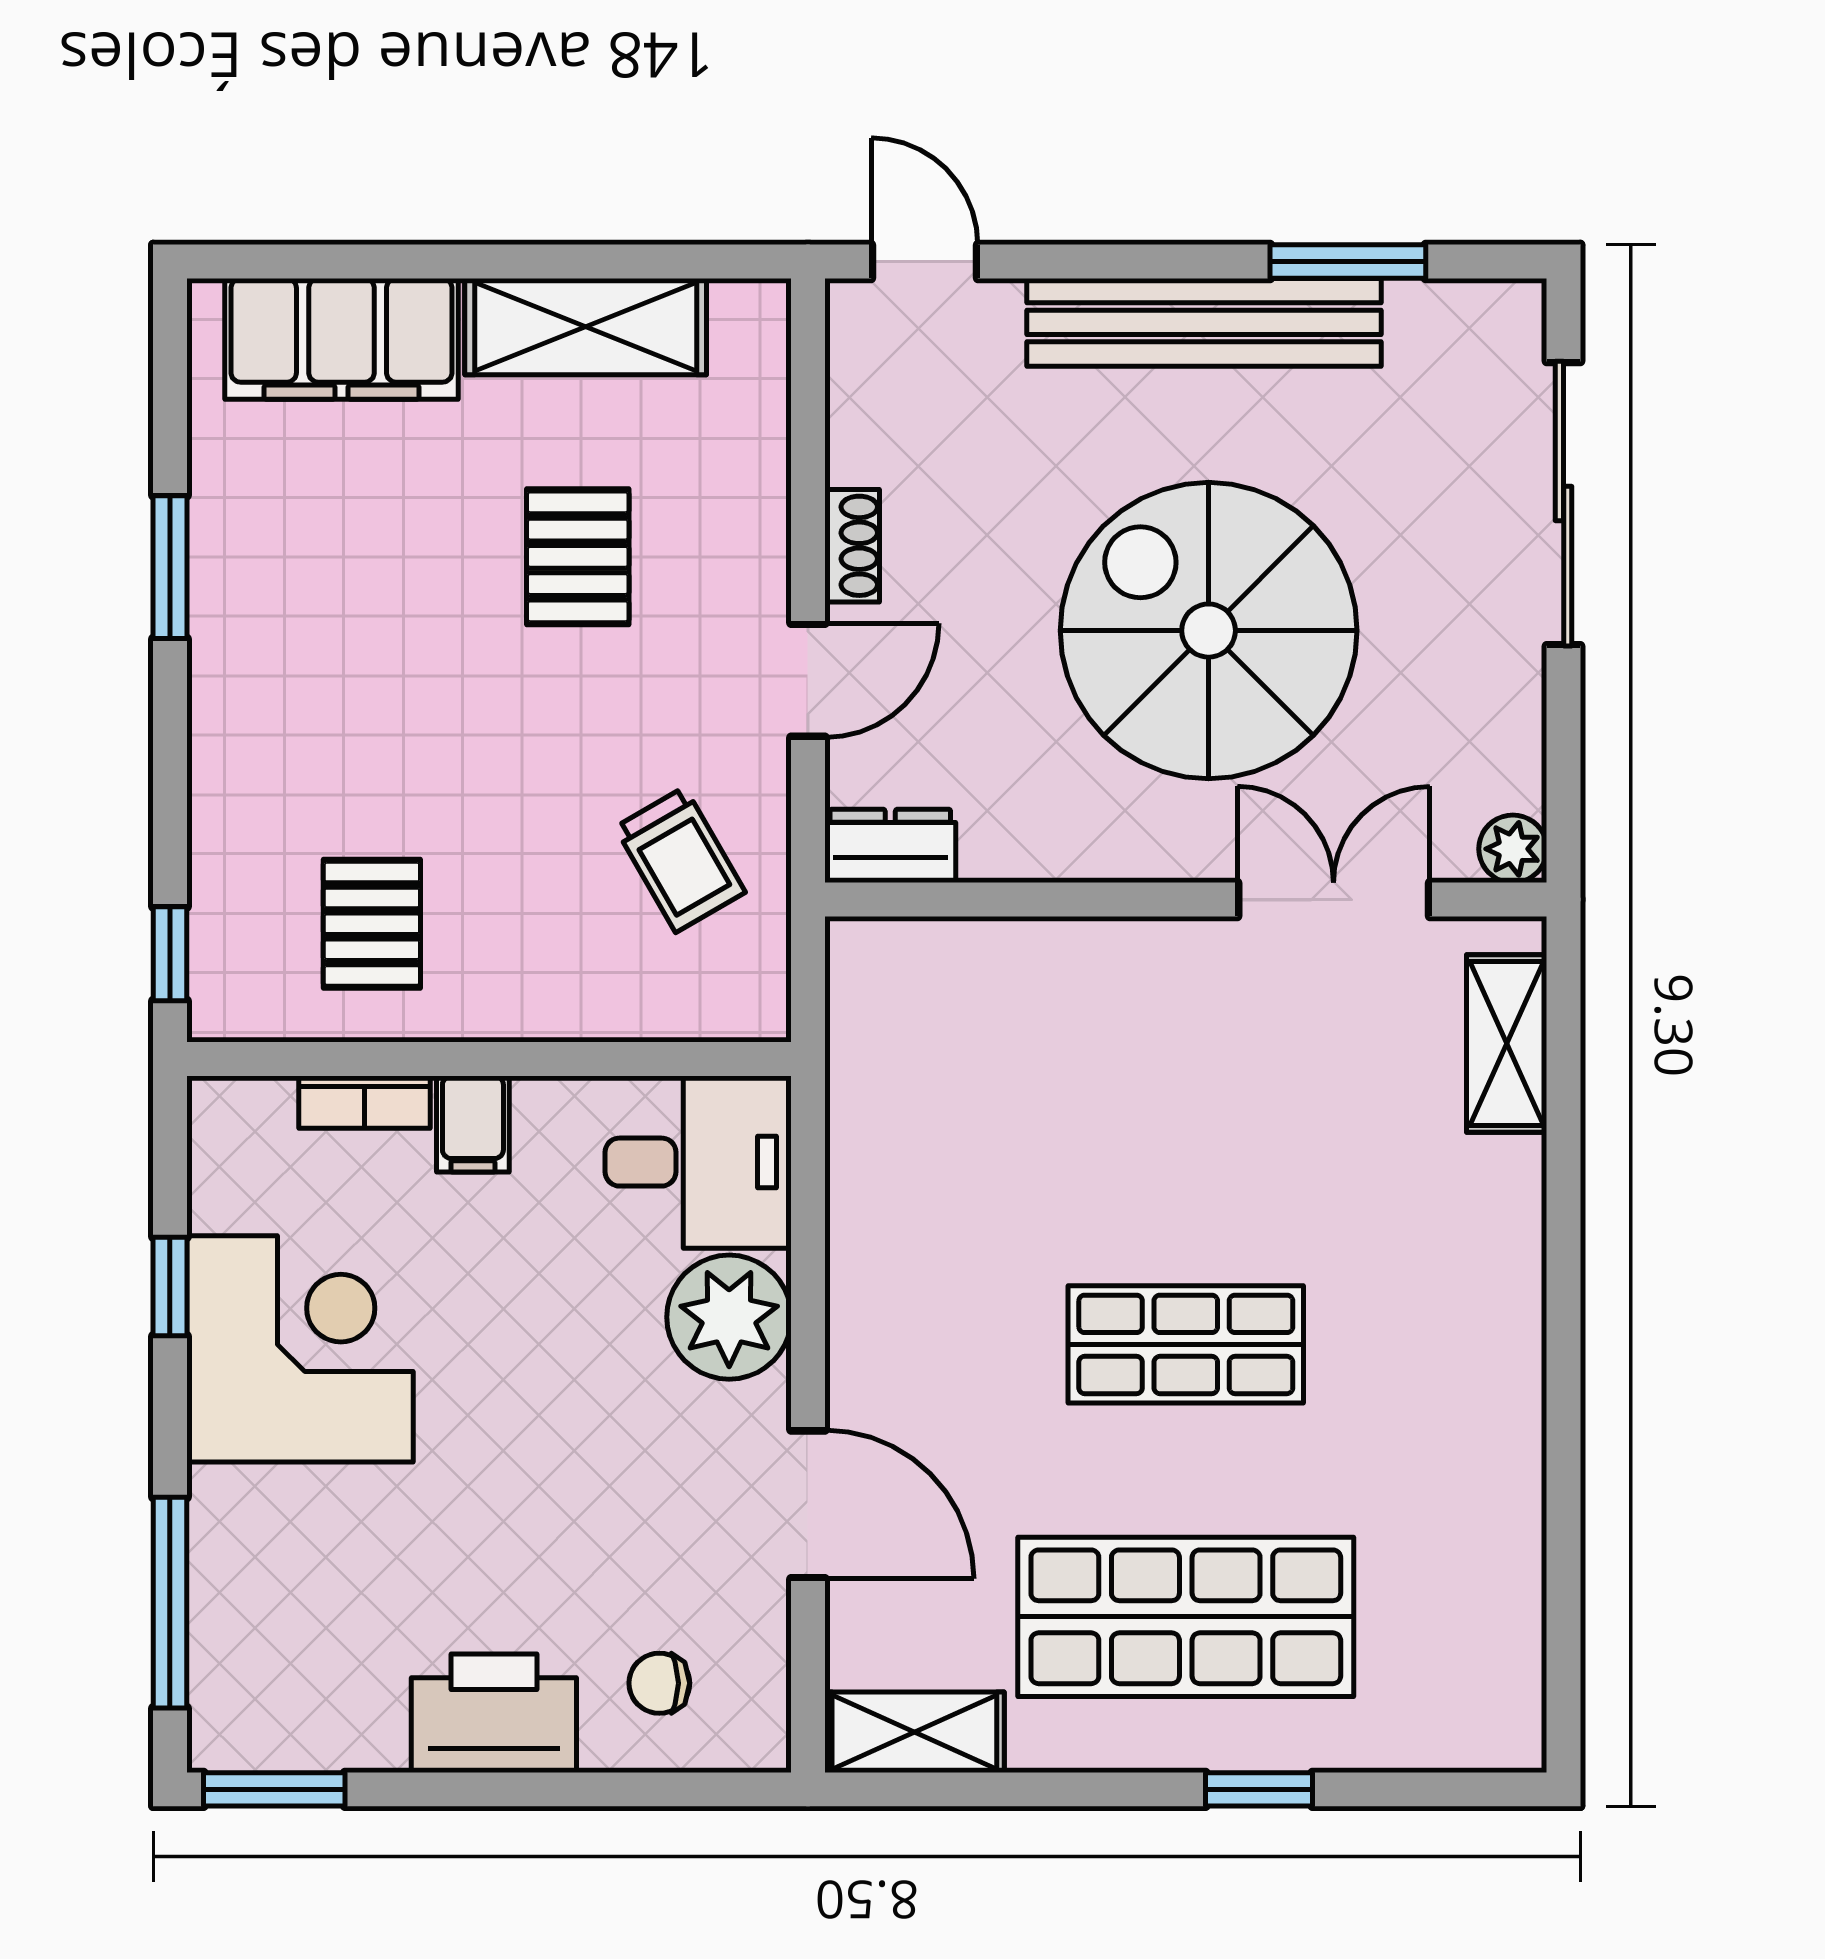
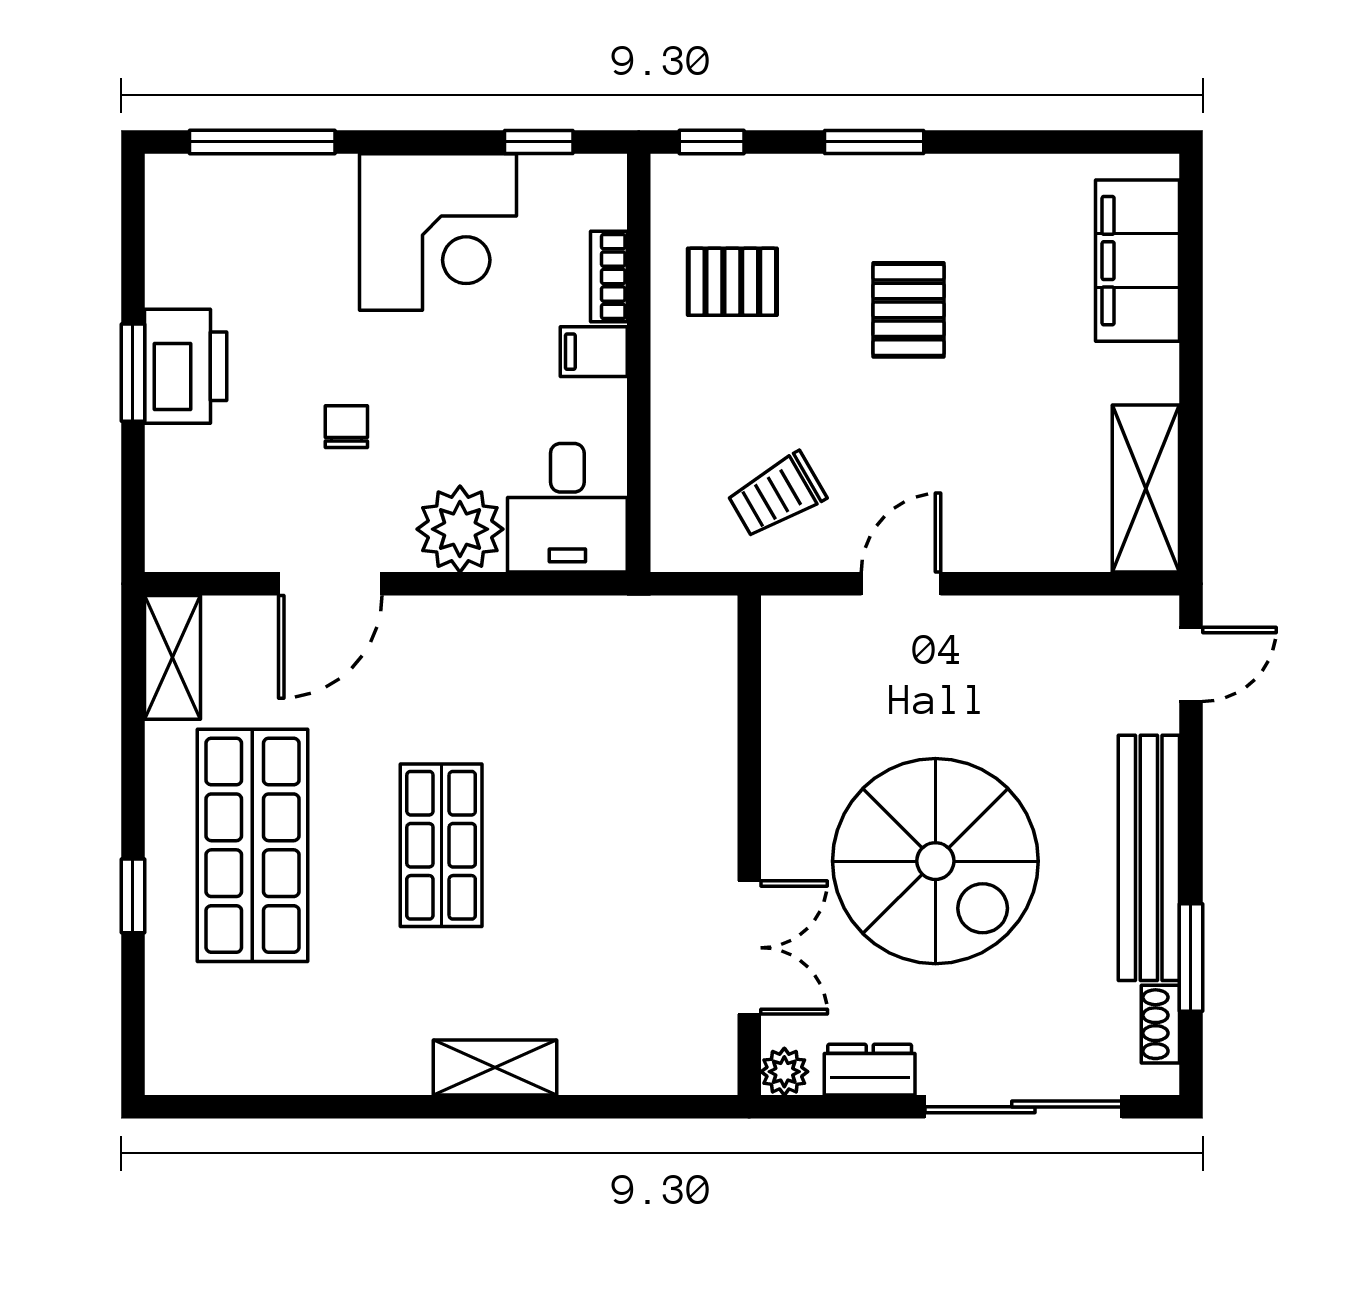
shelving: (586, 327) -> (1146, 488), moved
shoe rack: (852, 546) -> (1160, 1024), moved, turned 90
pallet: (578, 557) -> (909, 310), moved, turned 90
window: (170, 567) -> (874, 142), moved
spiral stairs: (1209, 631) -> (935, 861), turned 90
door: (808, 680) -> (901, 584), swing flipped
dresser: (890, 846) -> (870, 1070), moved, turned -90
shelving: (1507, 1043) -> (495, 1067), moved
window: (170, 1287) -> (539, 142), moved
chair: (659, 1683) -> (346, 427), moved
window: (274, 1789) -> (133, 373), moved

